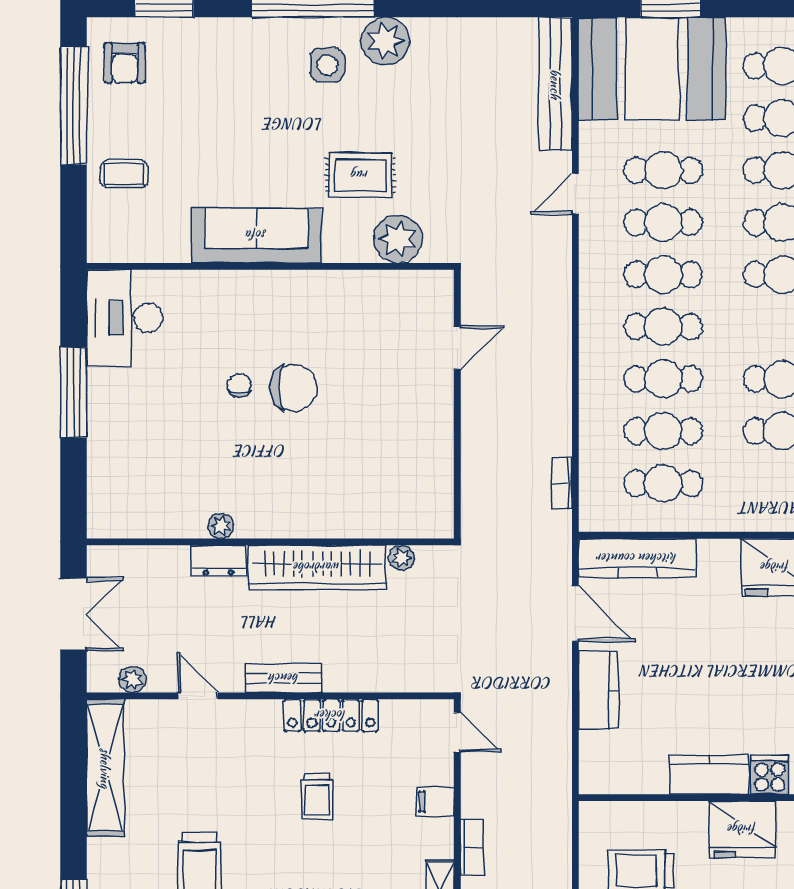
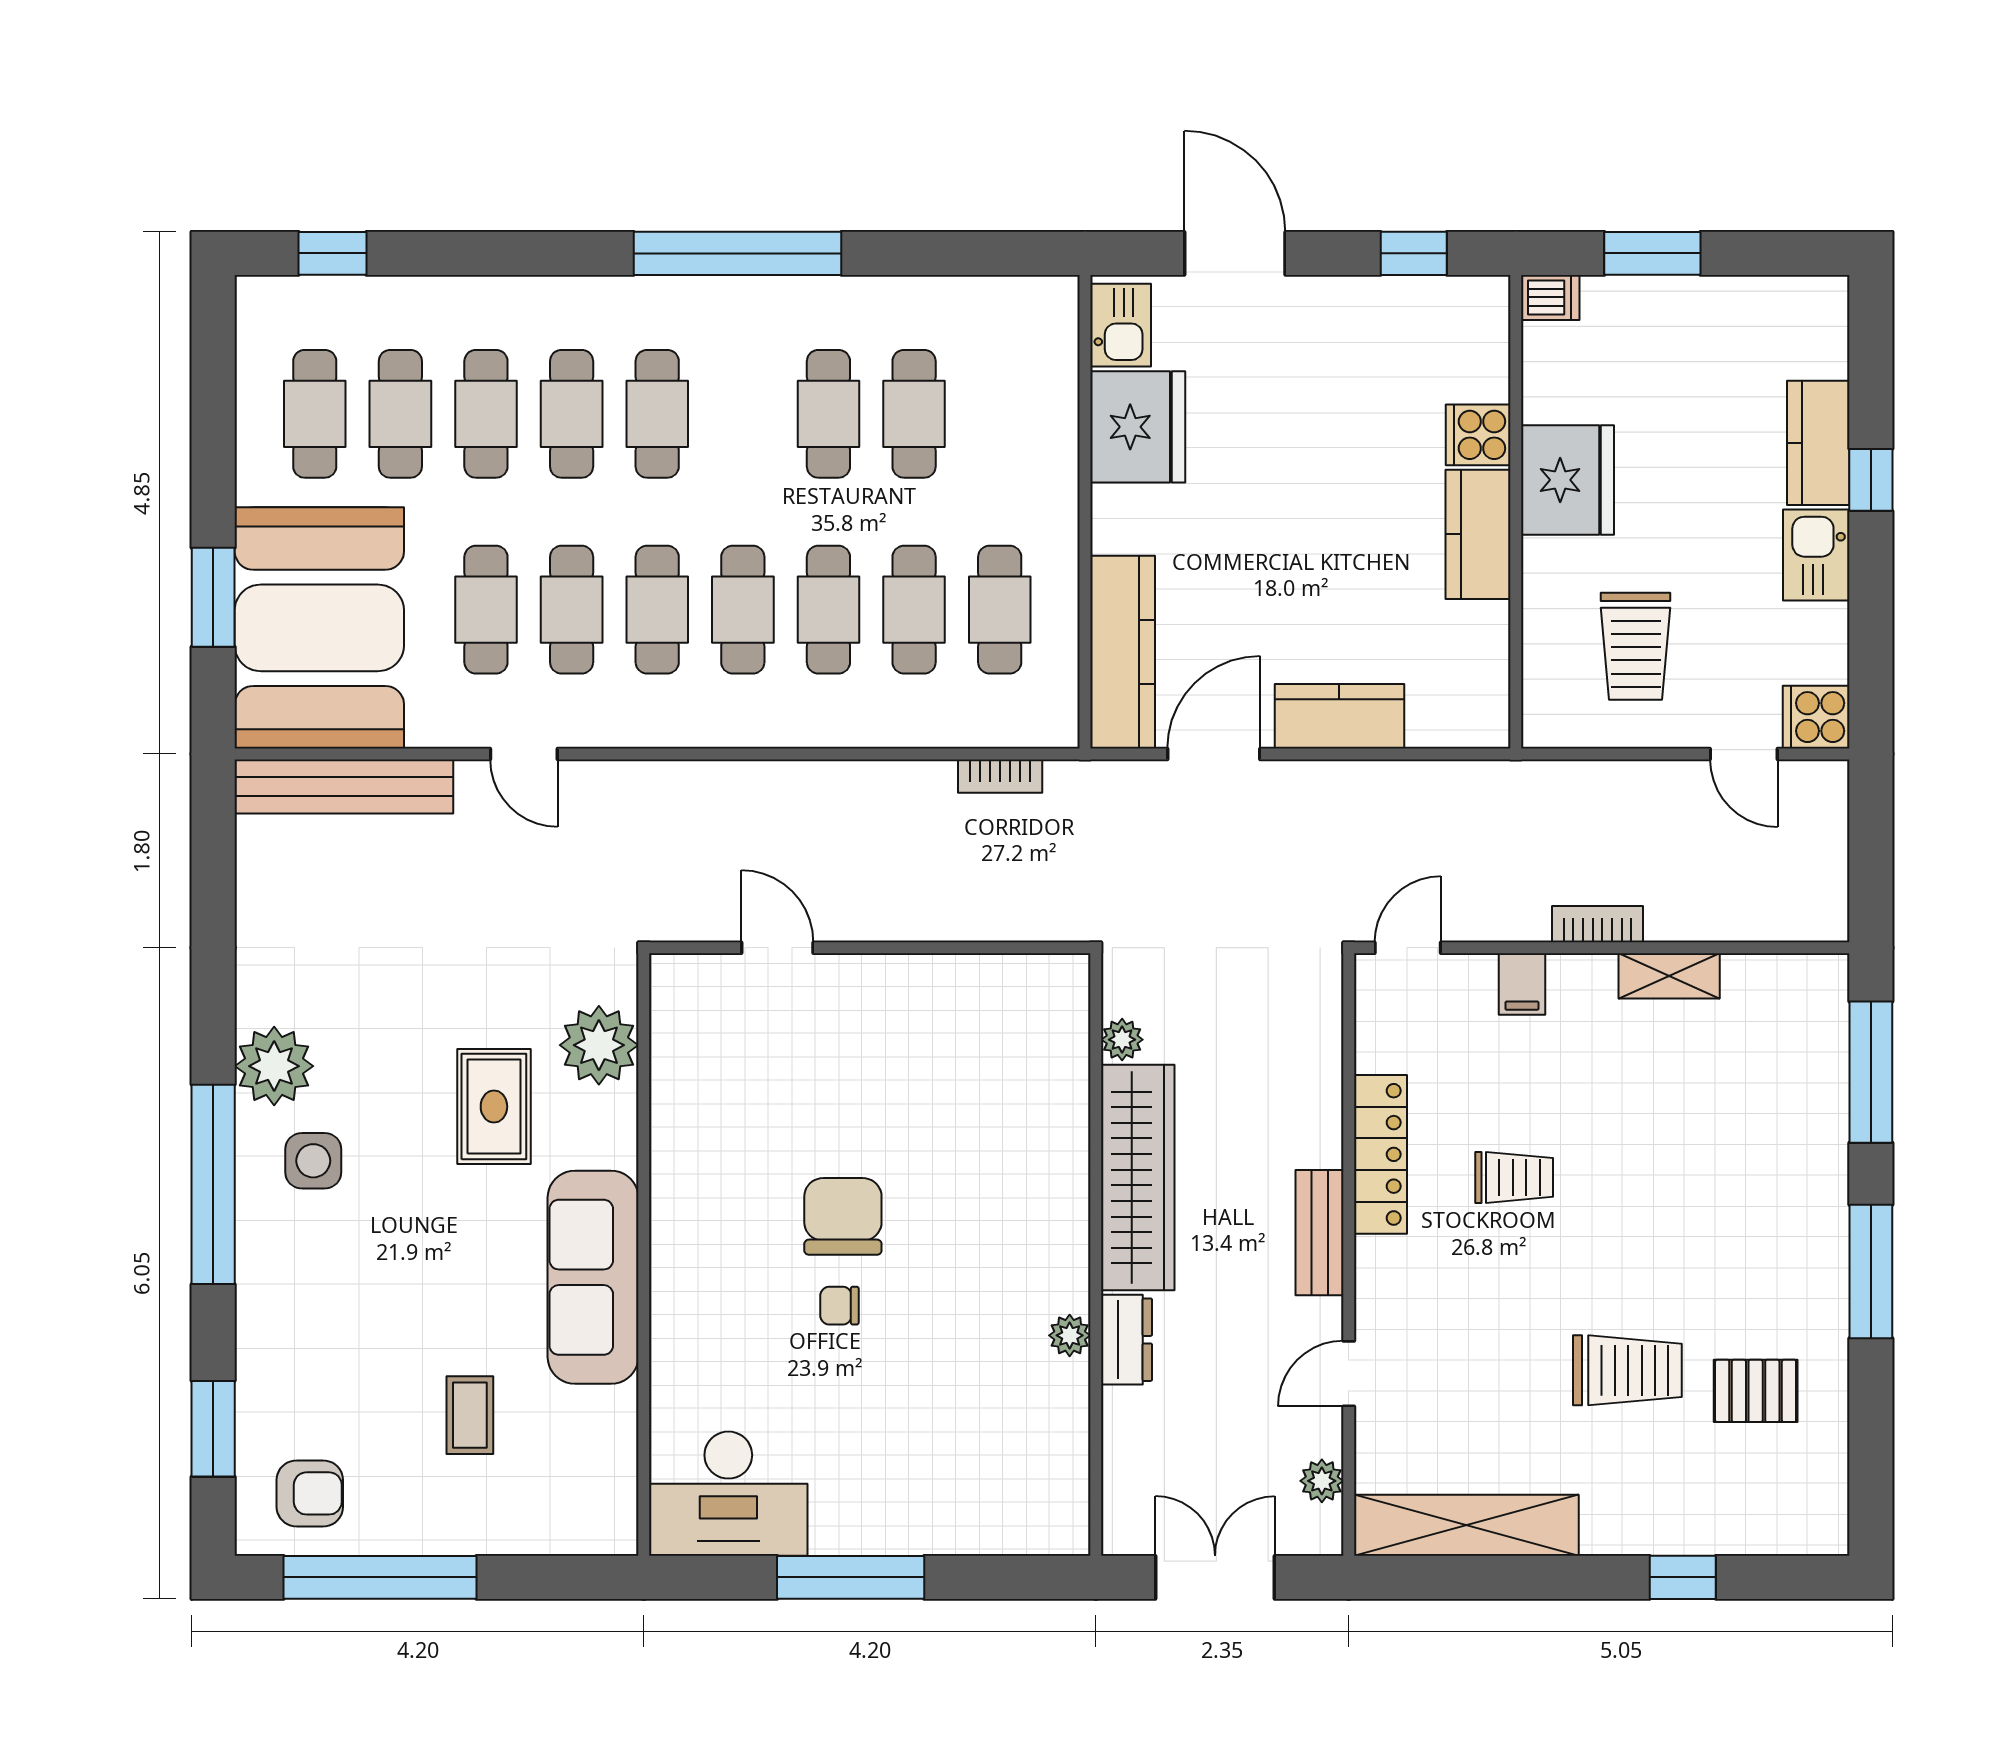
coffee table: (124, 174) -> (470, 1415), moved

